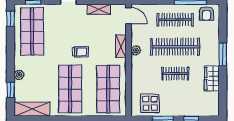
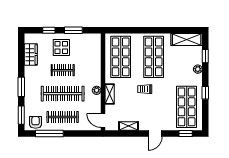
window: (11, 19) -> (205, 93), moved
window: (223, 22) -> (21, 115), added
wardrobe: (212, 79) -> (31, 55), moved
display table: (150, 103) -> (61, 48), moved

